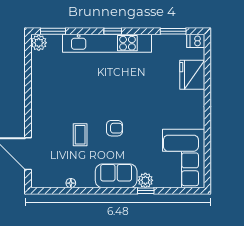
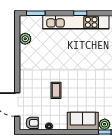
plant: (39, 43) -> (25, 39), moved
armchair: (114, 128) -> (32, 123), moved

